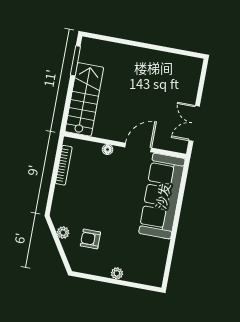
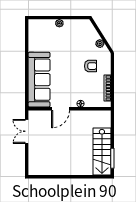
stairs: (84, 99) -> (102, 152), moved
double door: (194, 123) -> (27, 131), swing flipped
armchair: (90, 239) -> (91, 66), moved

